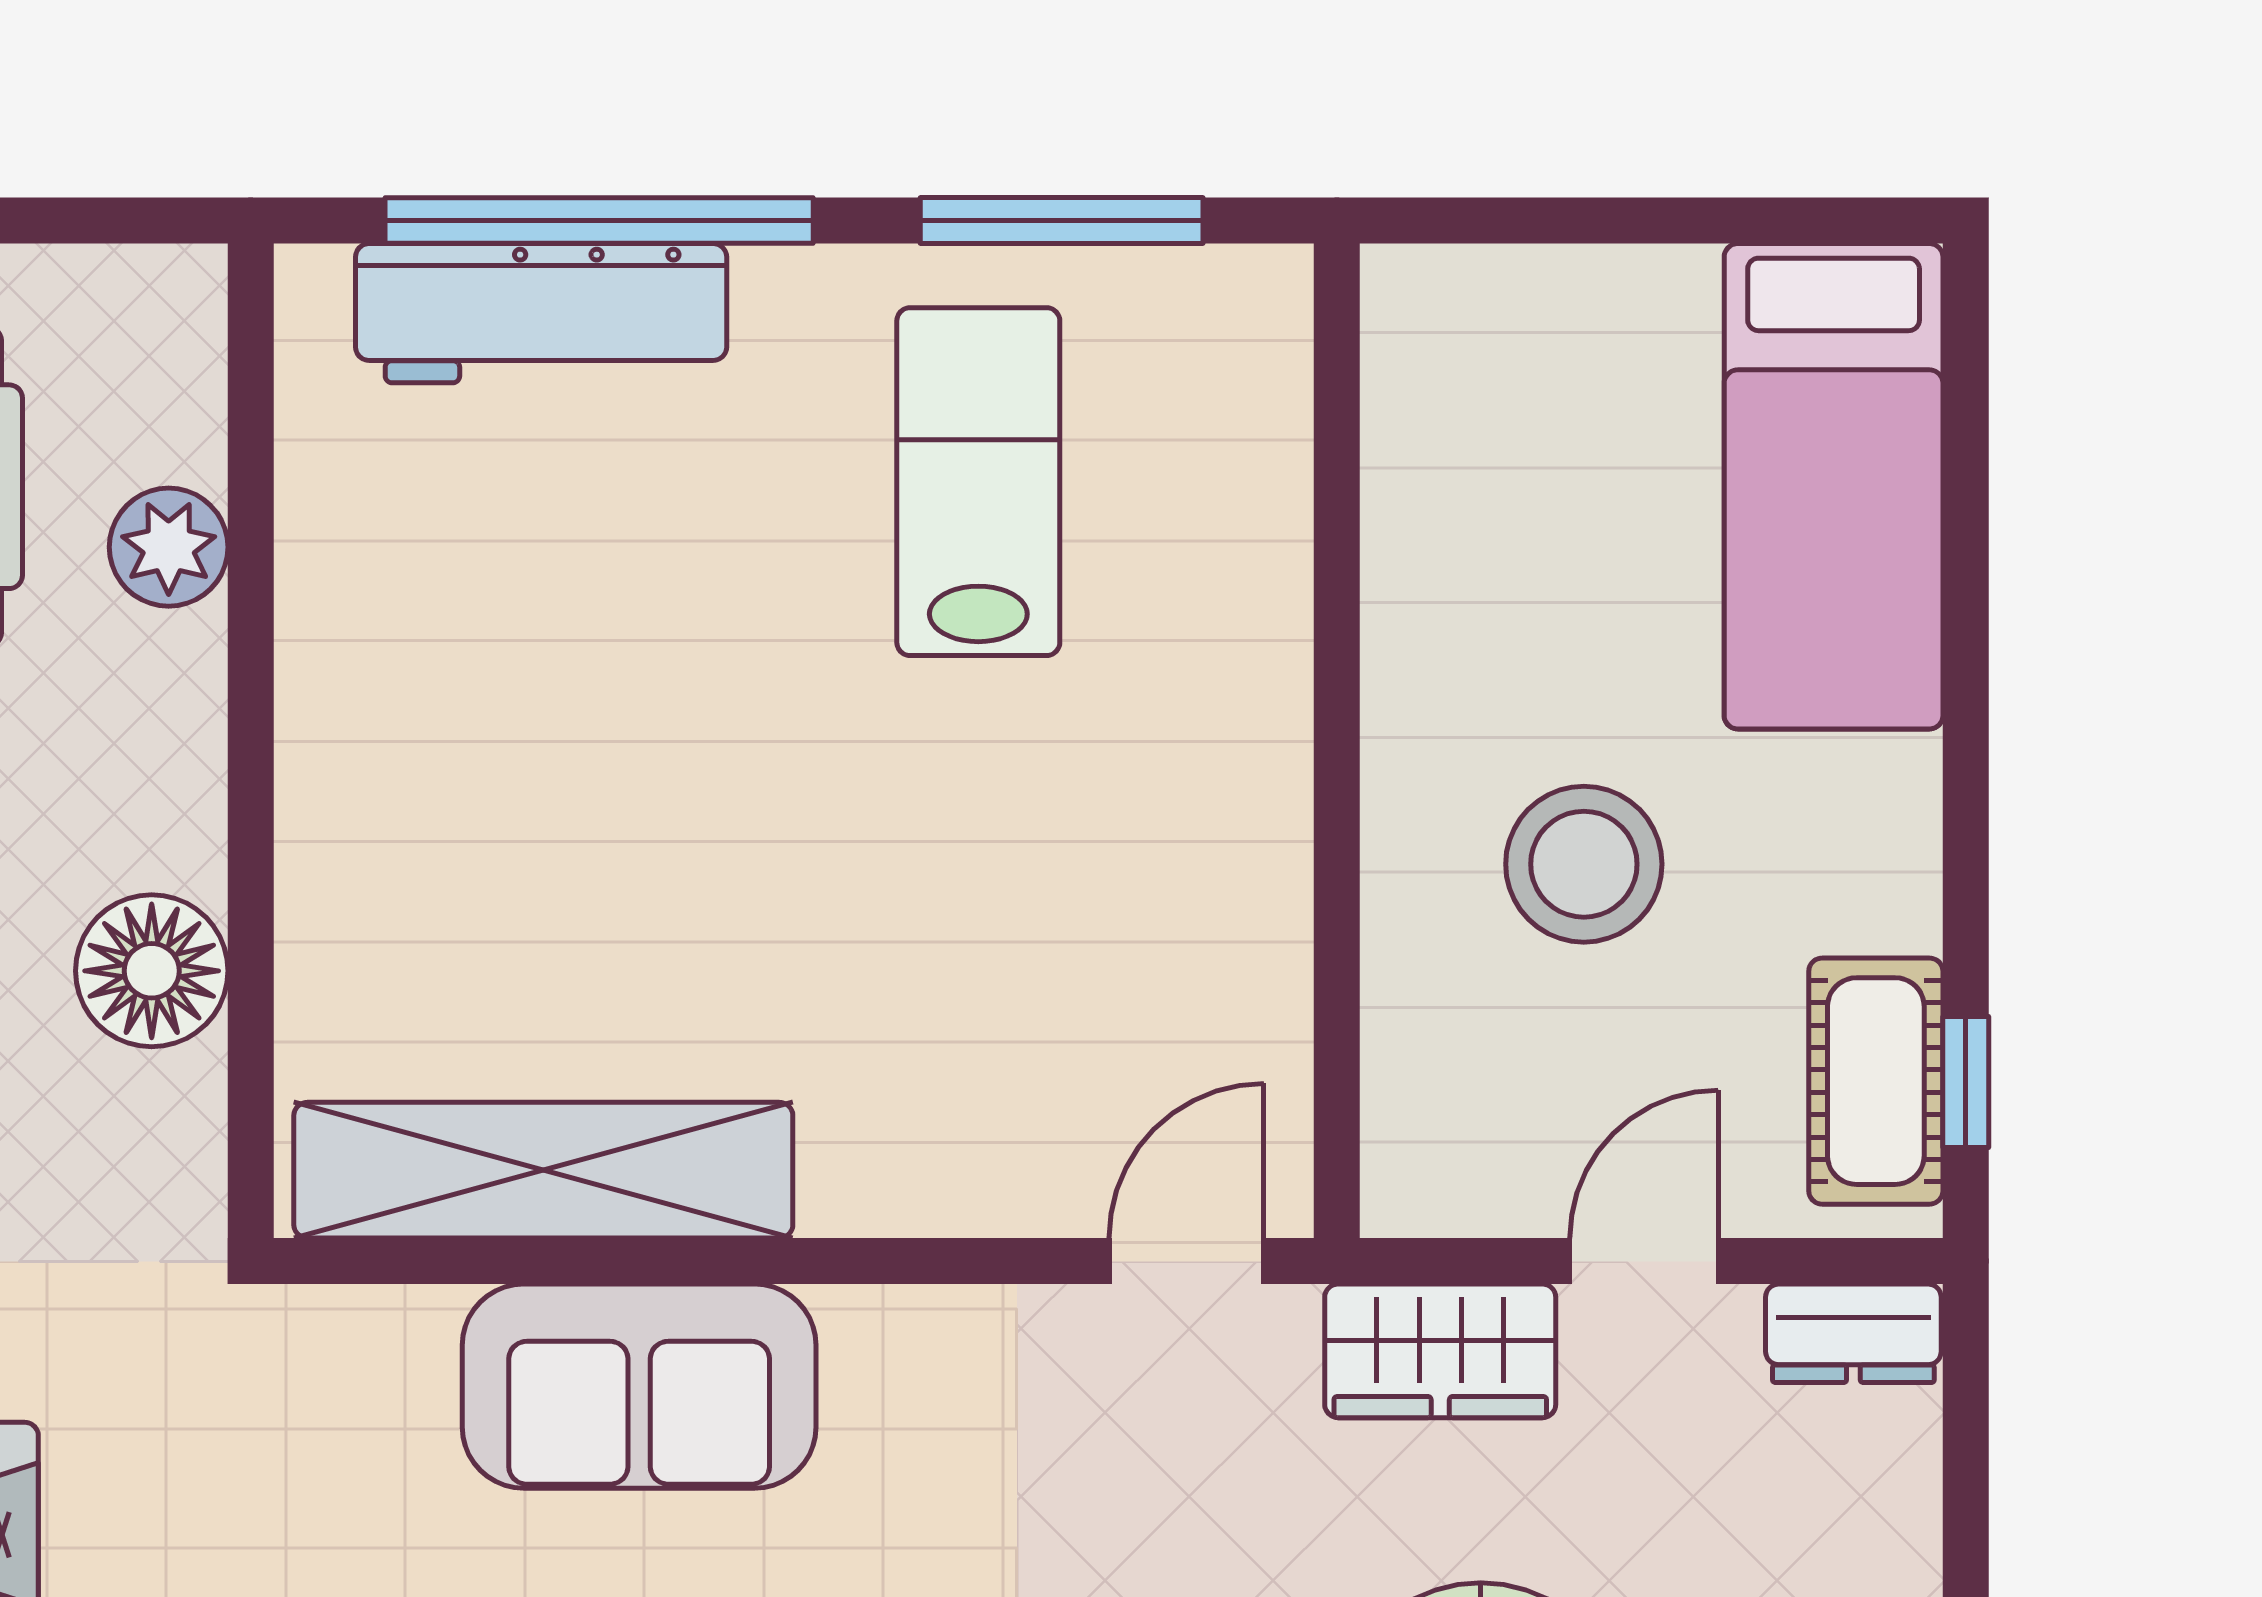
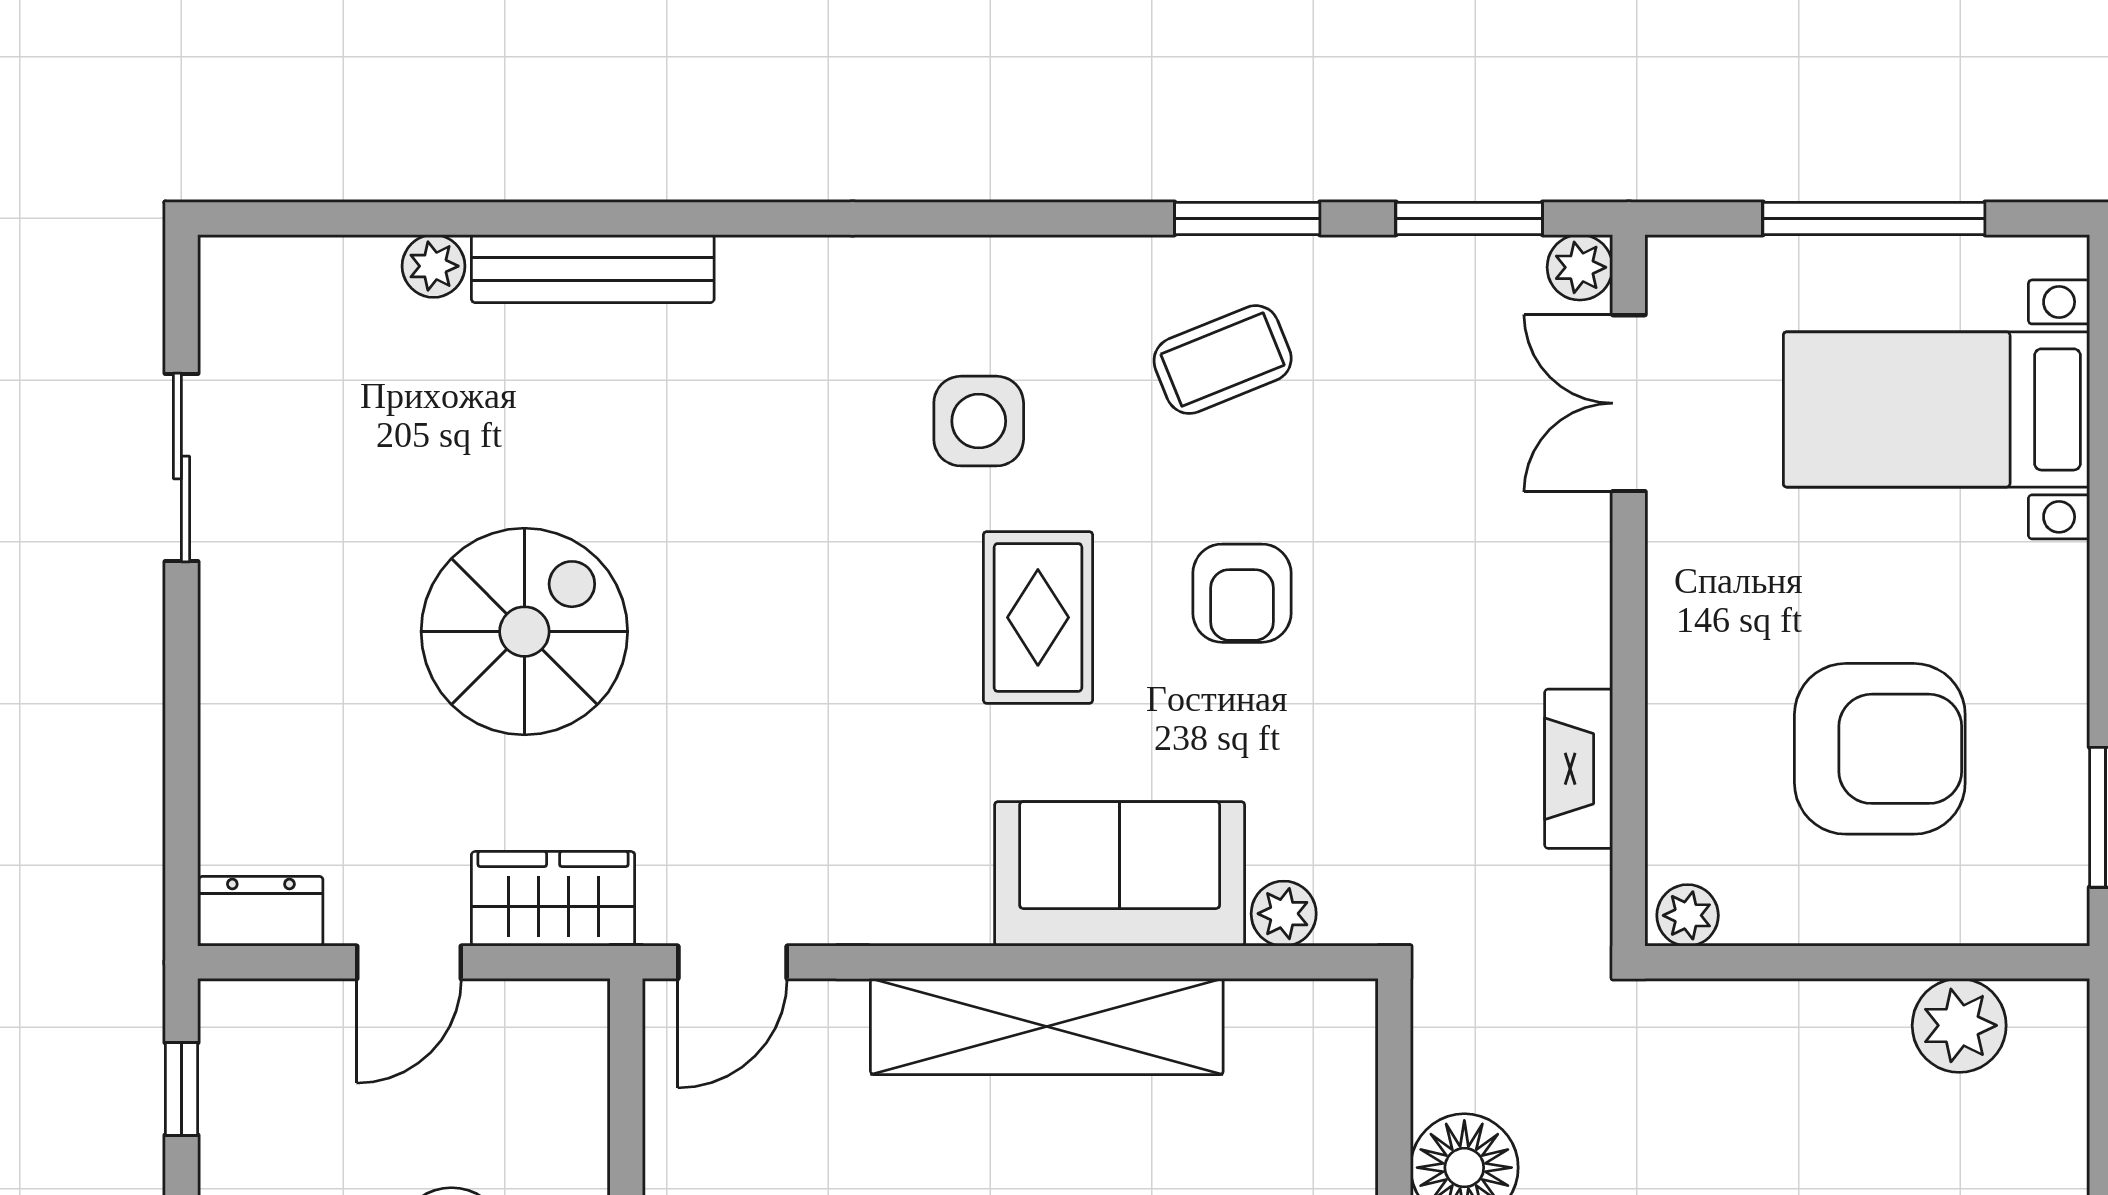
cot: (1876, 1081) -> (245, 1090), removed
shelving: (543, 1170) -> (1047, 1027), moved
plant: (407, 1330) -> (1284, 914), added

